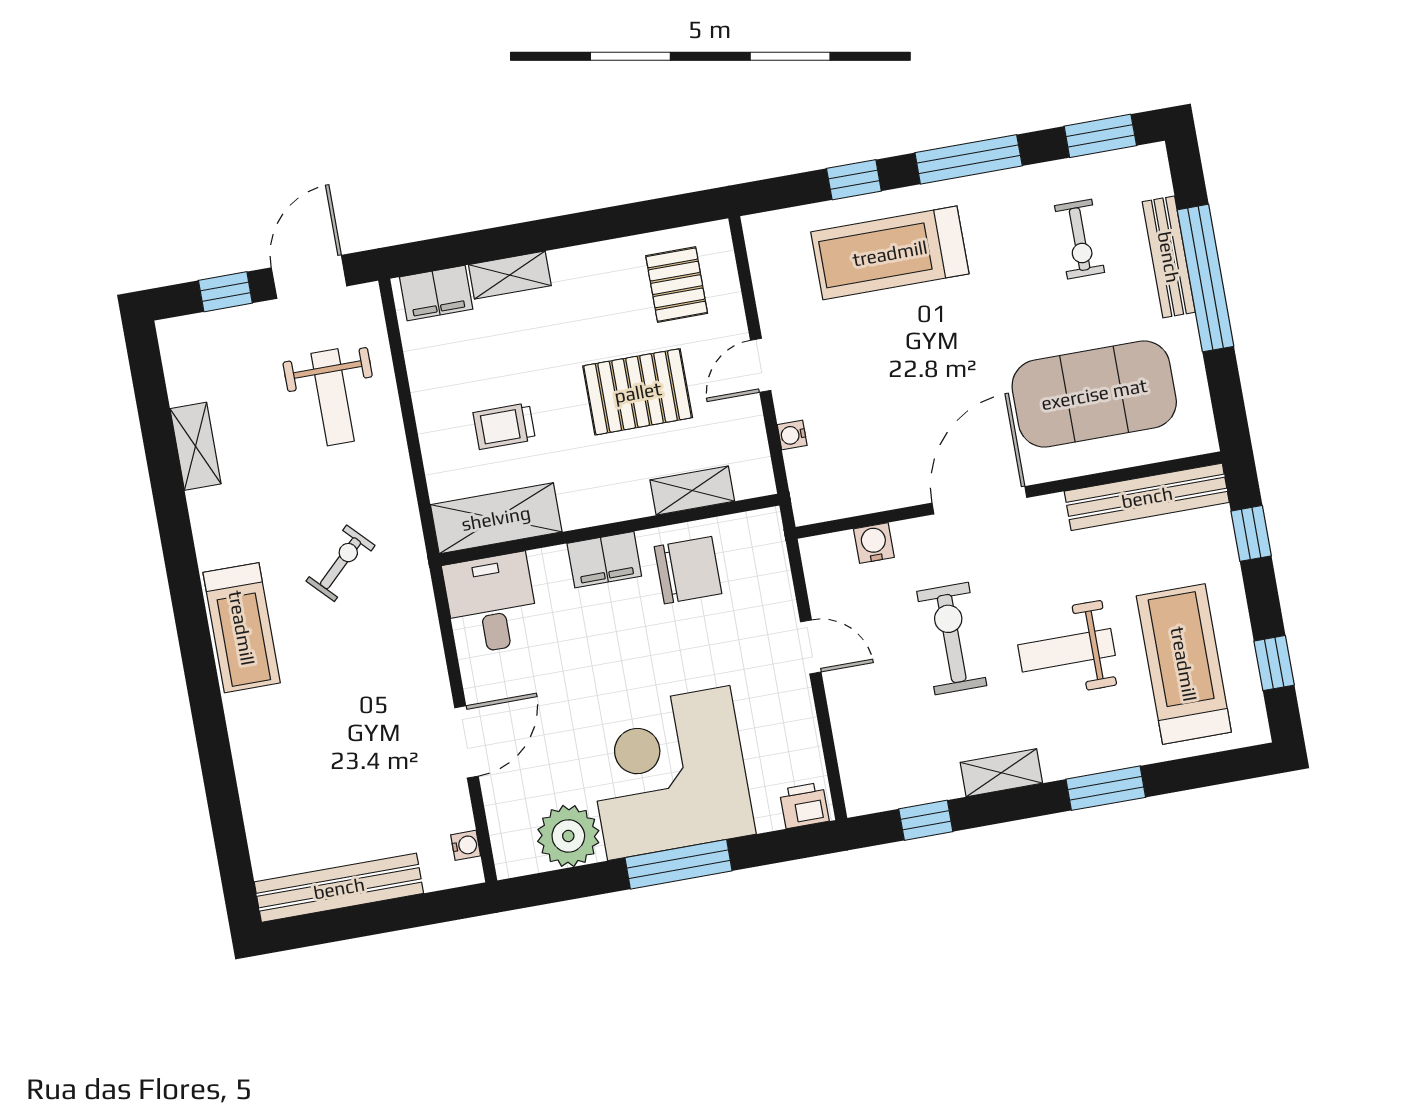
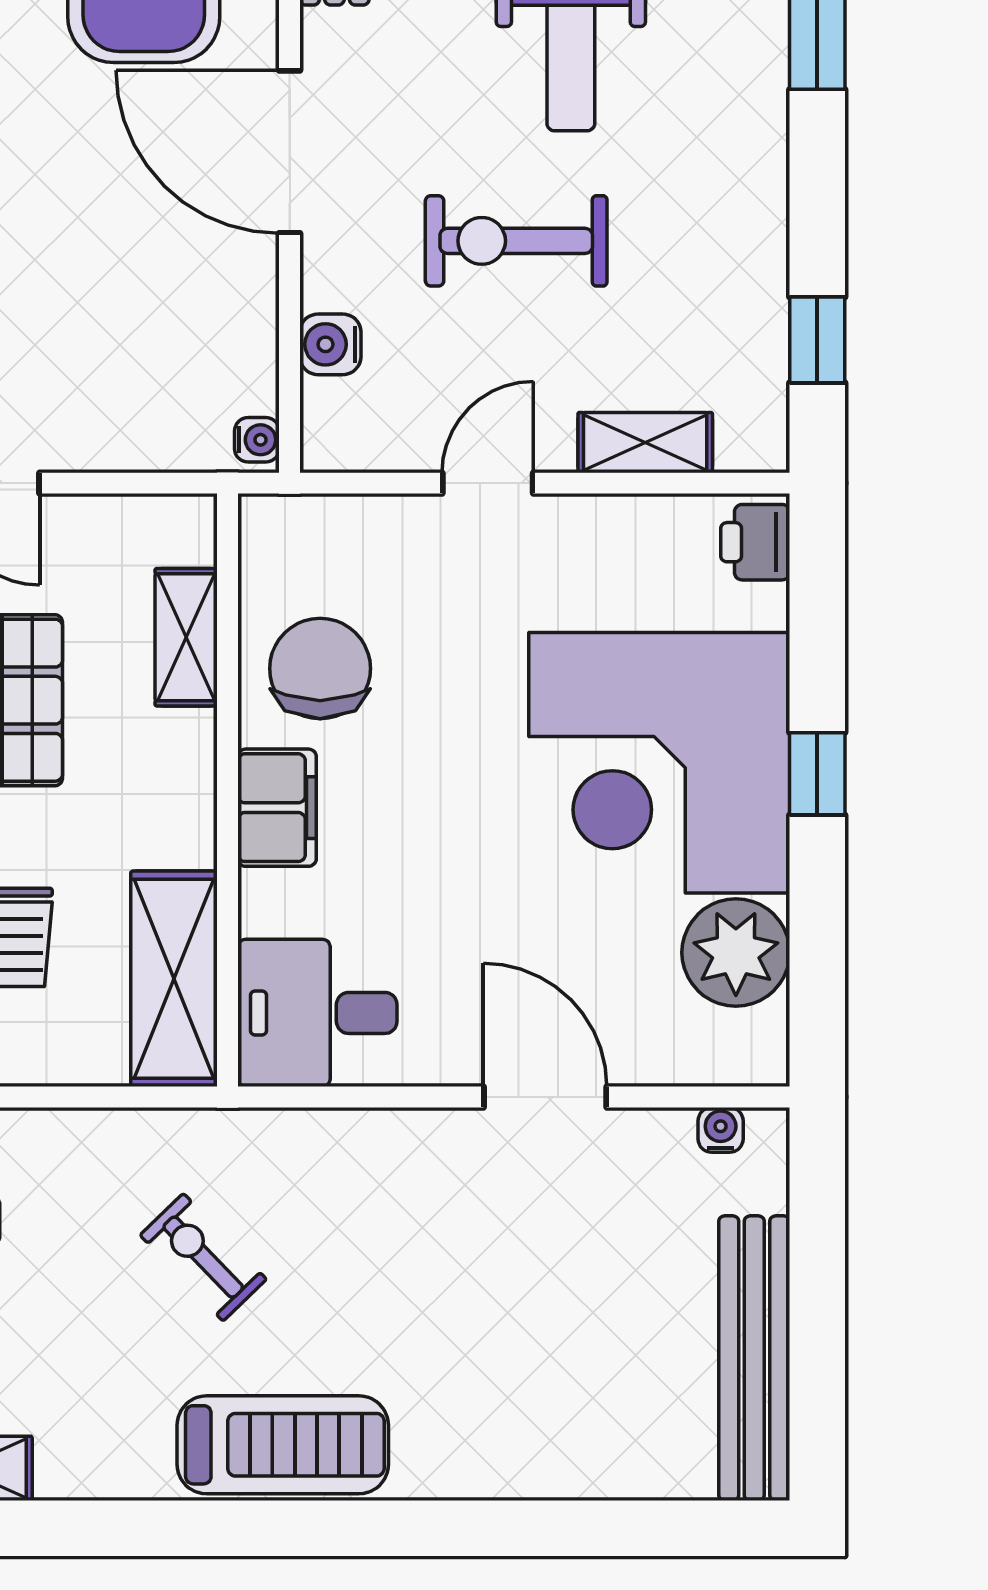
water cooler: (792, 435) -> (257, 440), moved, turned -90
shelving: (1001, 773) -> (645, 443), moved, turned 90
window: (678, 864) -> (817, 774), width x0.46

